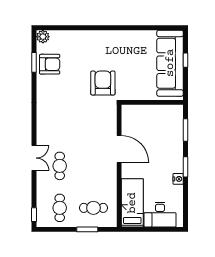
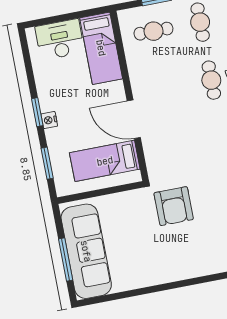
window: (186, 60) -> (66, 260), width x2.17
bed: (145, 124) -> (105, 161), added
nightstand: (178, 179) -> (49, 120), moved

